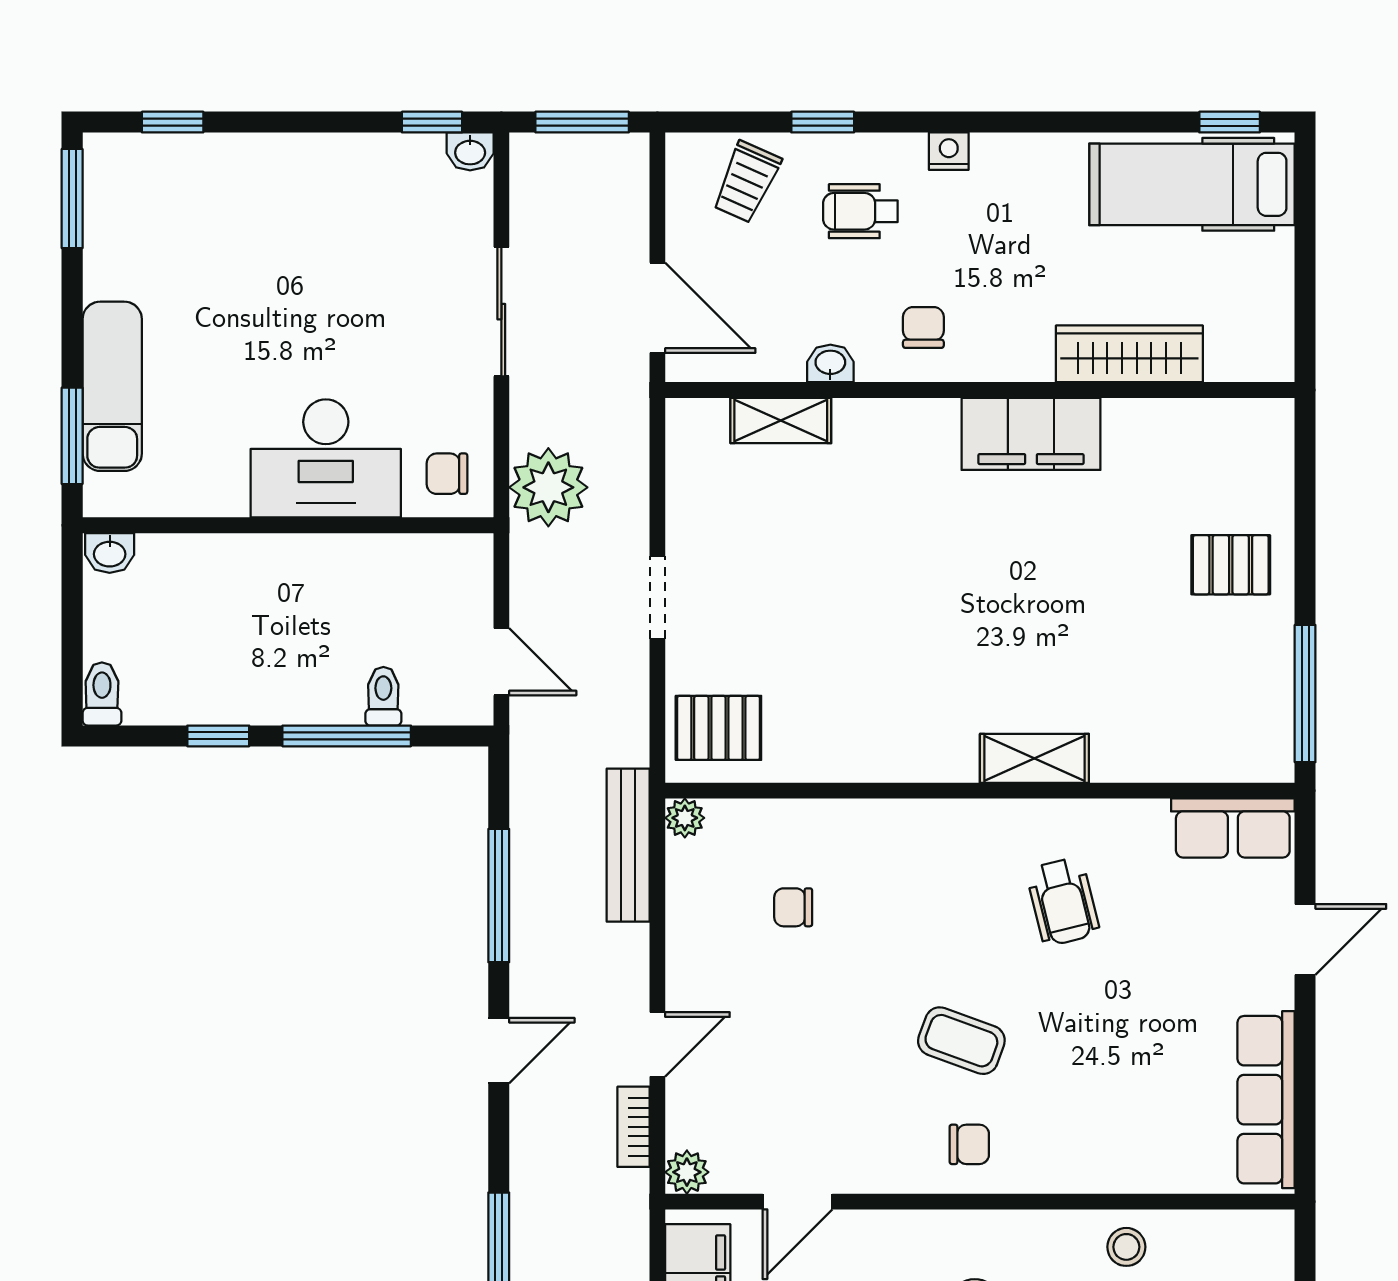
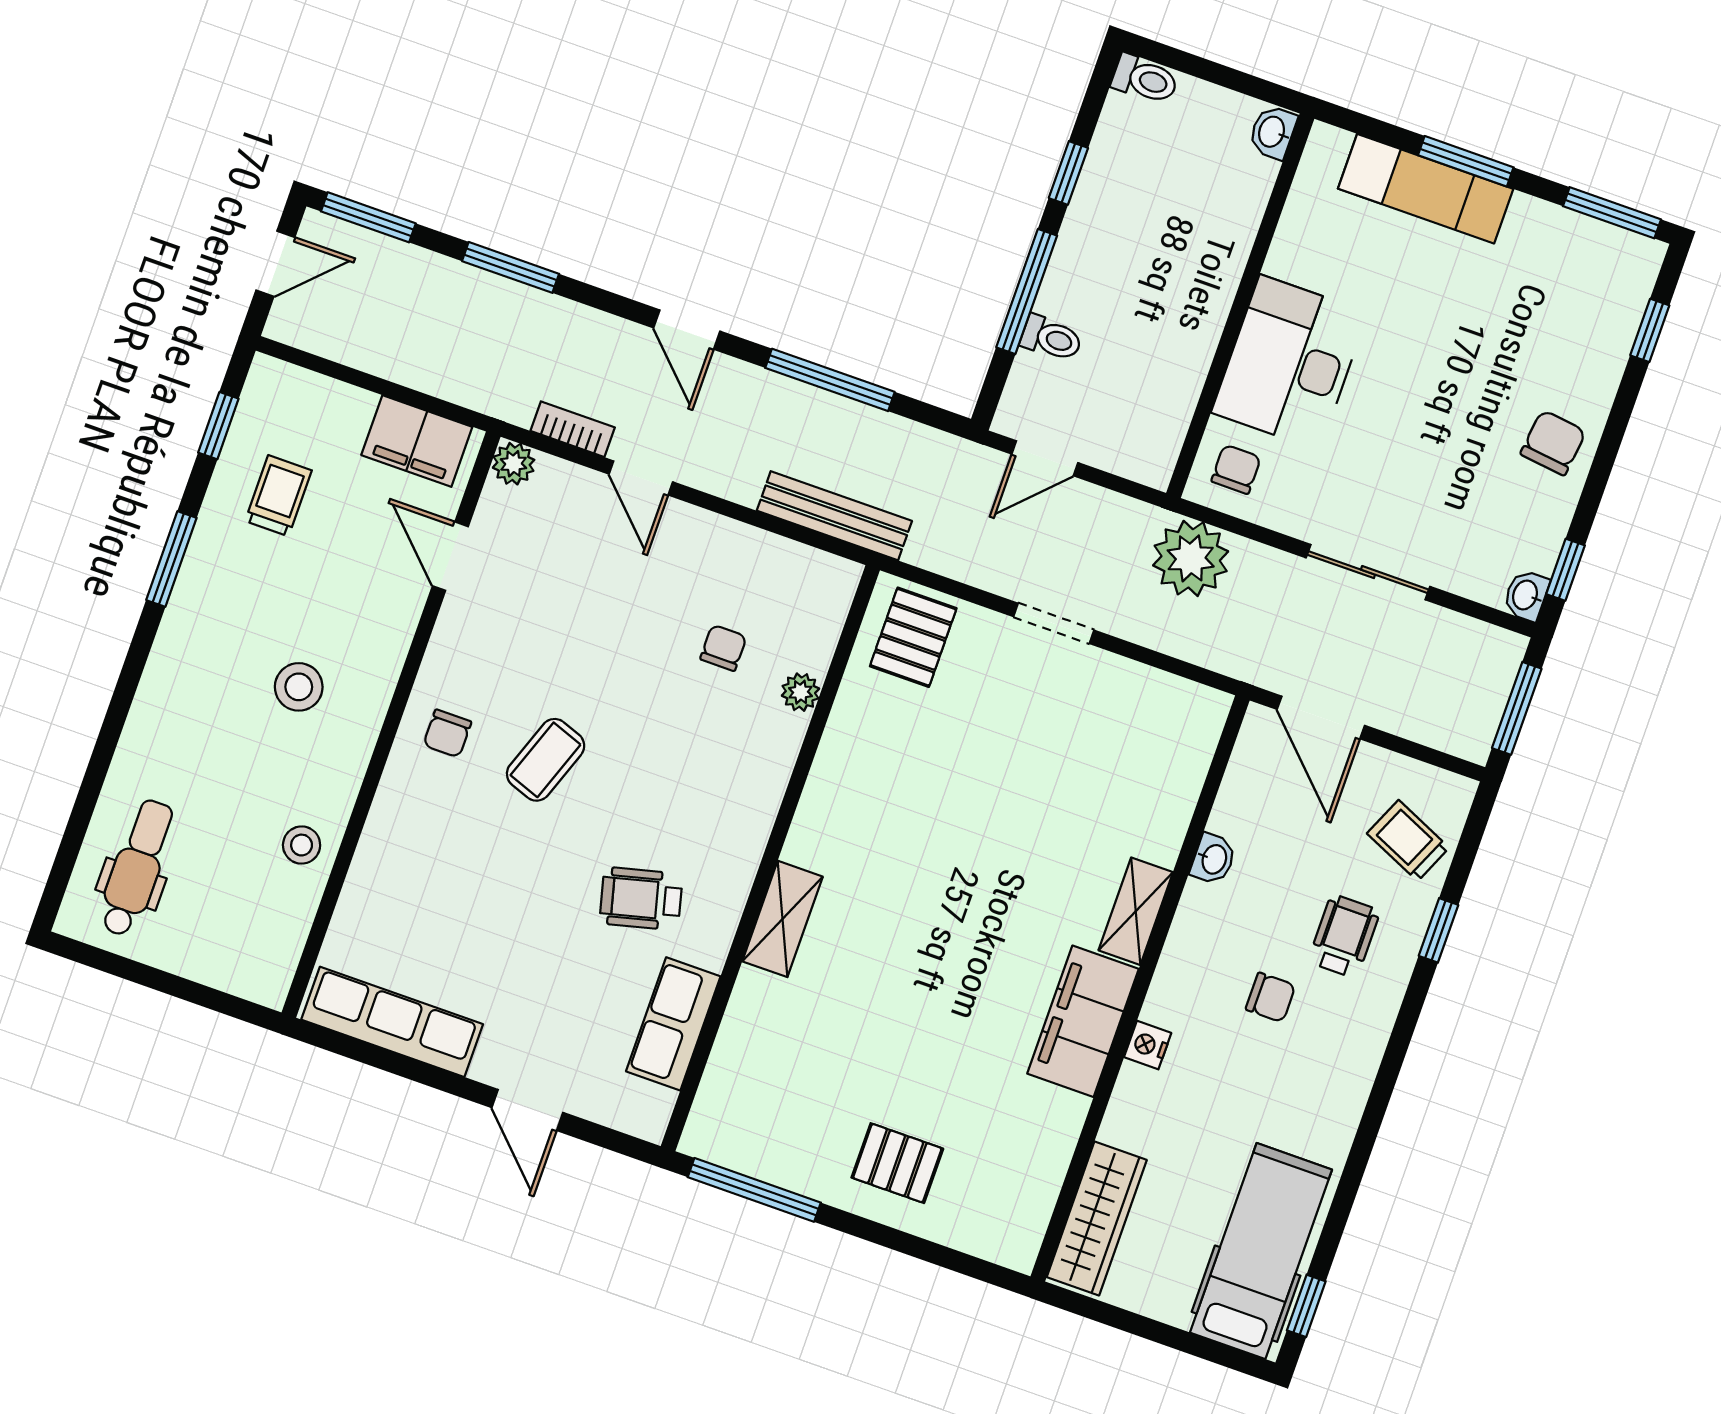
nightstand: (949, 151) -> (1148, 1045), moved, turned 180
chair: (314, 177) -> (1553, 443), added
door: (657, 308) -> (1321, 717), hinge flipped
chair: (923, 328) -> (1271, 997), moved
wardrobe: (1129, 354) -> (1097, 1218), moved
shelving: (781, 420) -> (1136, 911), moved
window: (72, 436) -> (1466, 161), moved
pallet: (1231, 565) -> (897, 1163), turned 90
plant: (685, 818) -> (800, 692), moved
row of seats: (1233, 828) -> (673, 1024), moved

